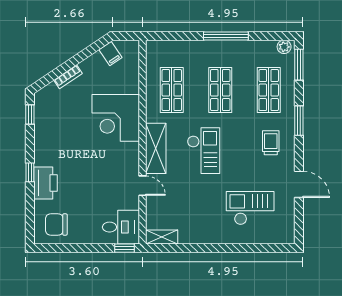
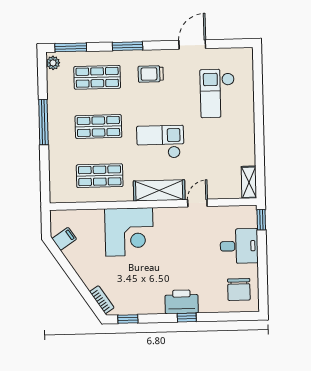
bookcase: (68, 77) -> (102, 300), moved
printer: (46, 183) -> (182, 302), moved
desk: (121, 227) -> (239, 246), moved, turned 90

